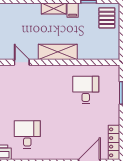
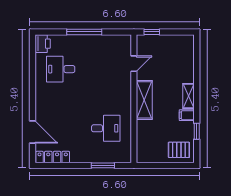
desk: (27, 134) -> (61, 69), turned 180

